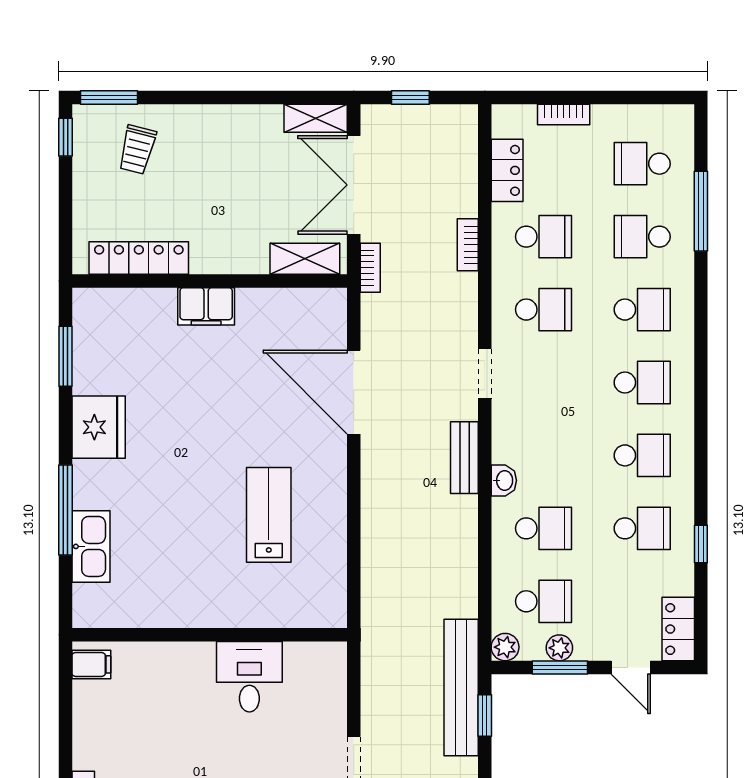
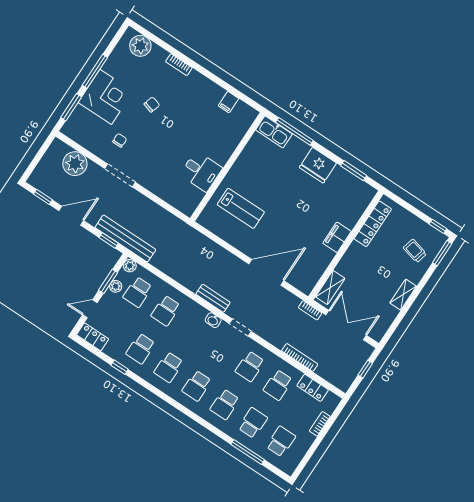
shelving: (316, 118) -> (403, 295), moved
bookcase: (468, 245) -> (300, 357), width x1.56
washbasin: (504, 480) -> (213, 320), moved
wall: (210, 635) -> (227, 167), moved
desk: (249, 677) -> (201, 171), moved

